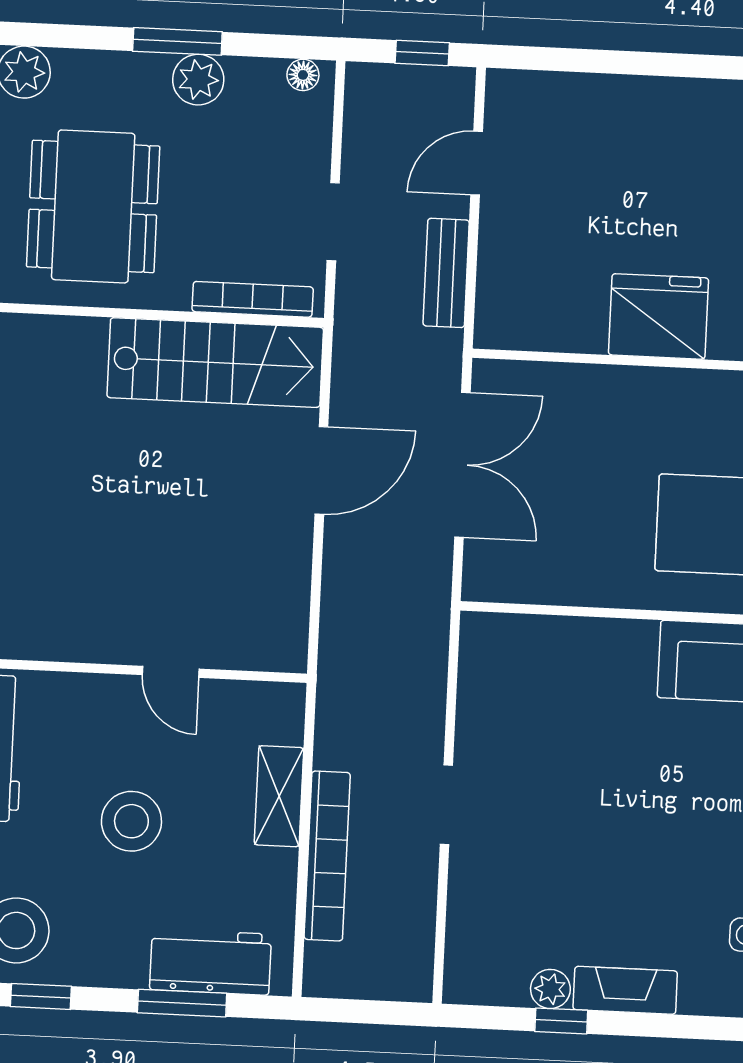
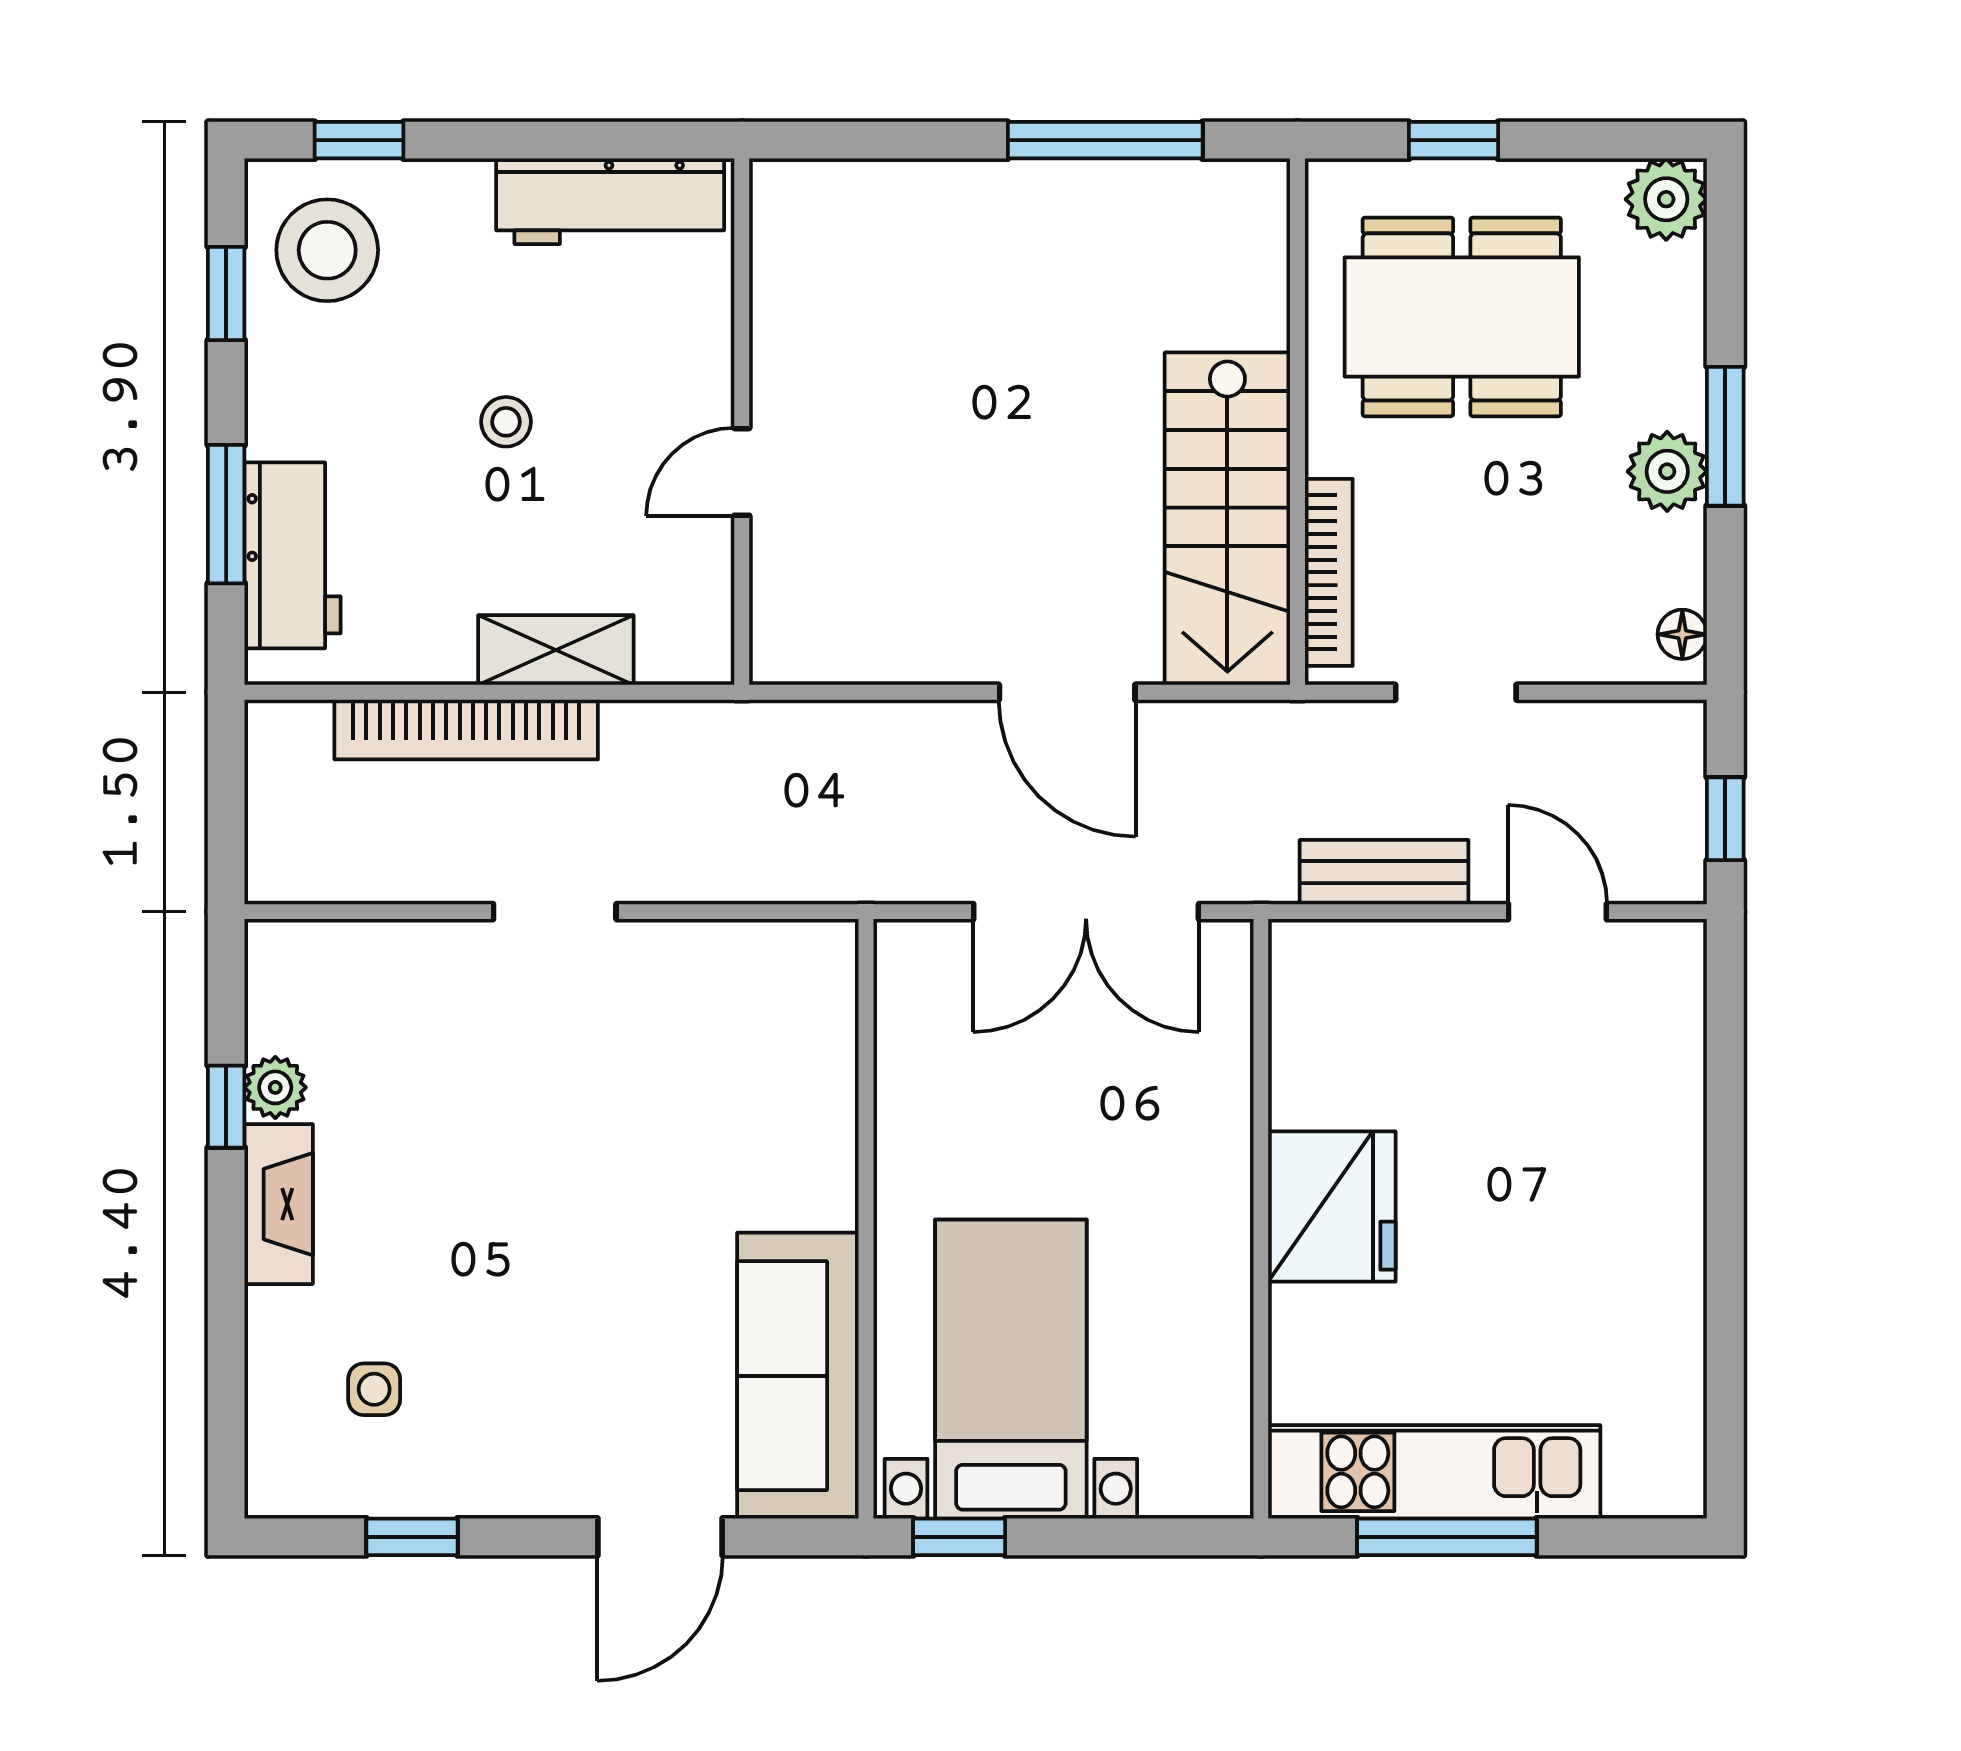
stool: (131, 821) -> (506, 422), width x0.53, depth x0.53

